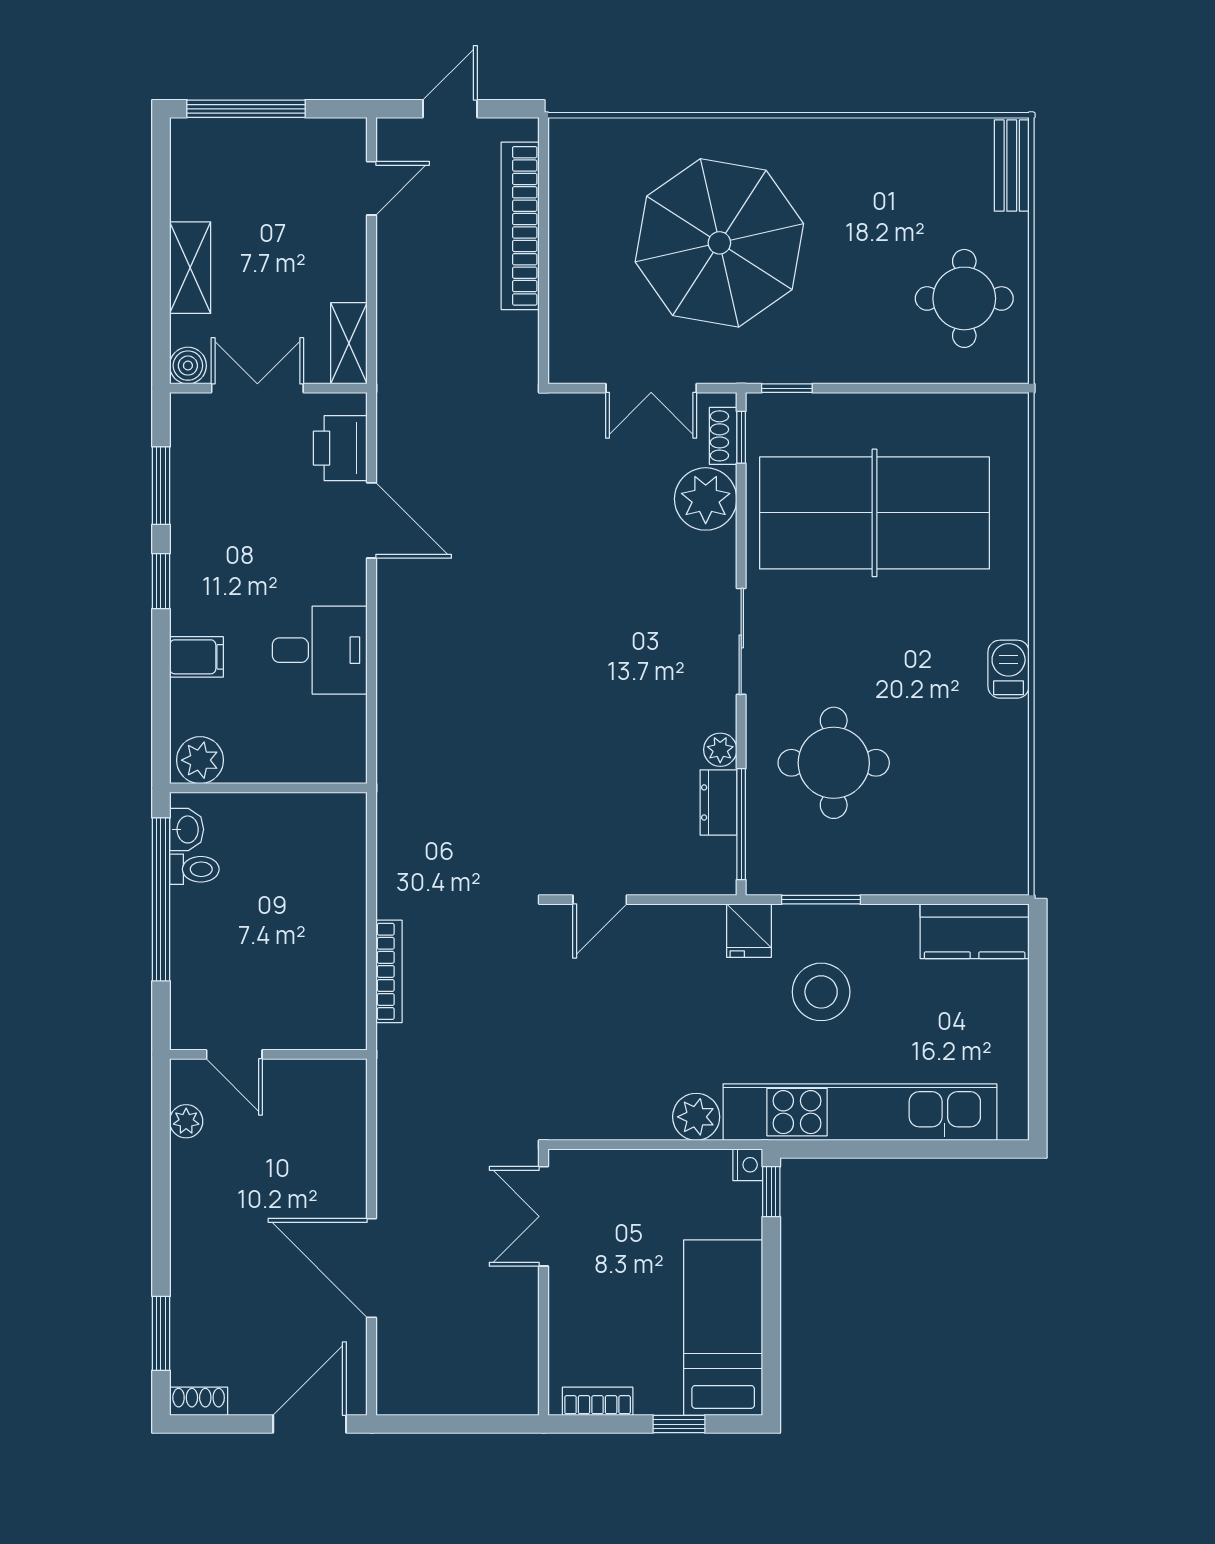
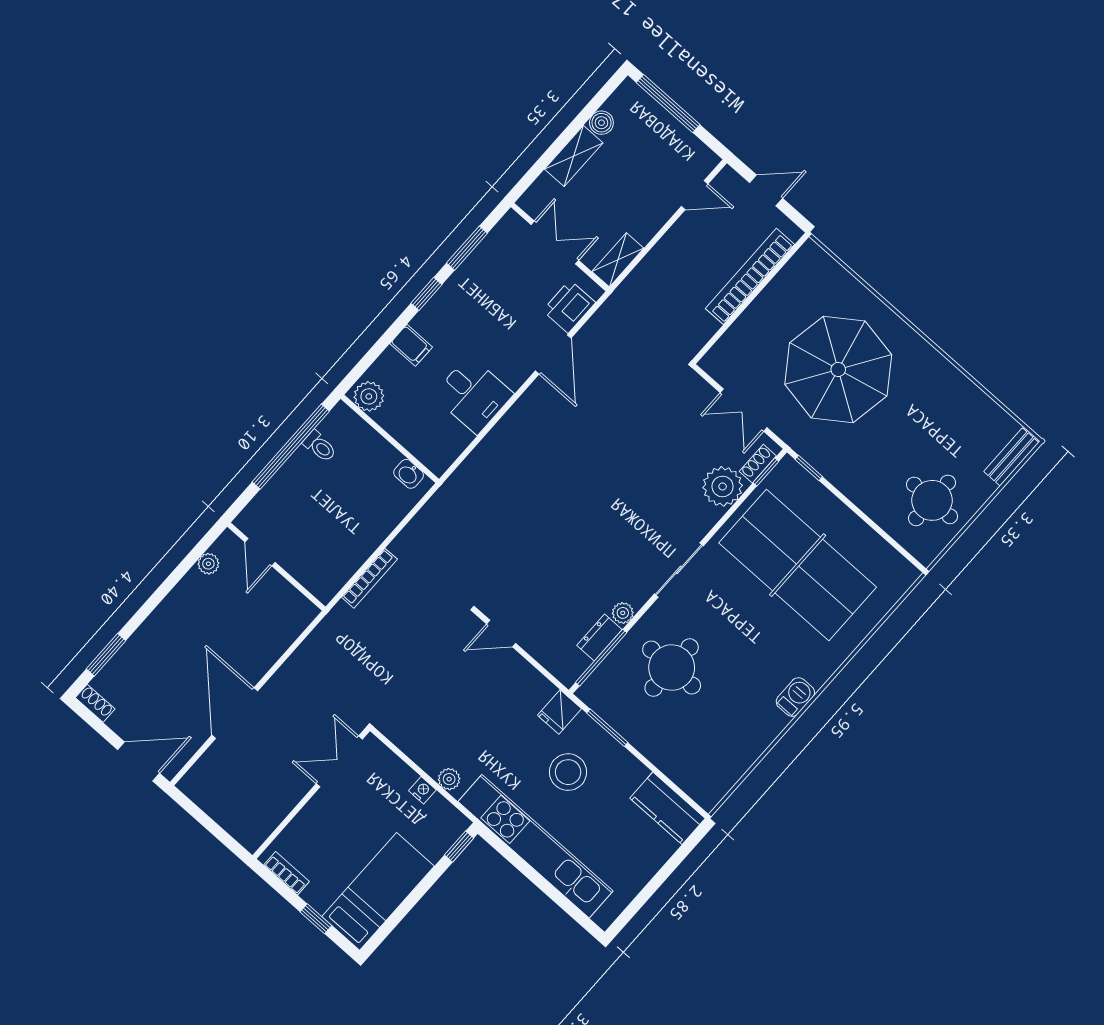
boiler: (188, 366) -> (601, 123), moved
washbasin: (187, 829) -> (409, 474), moved, turned 90
plant: (696, 1117) -> (449, 779), width x0.73, depth x0.73
nightstand: (748, 1165) -> (422, 790), moved, turned -90

